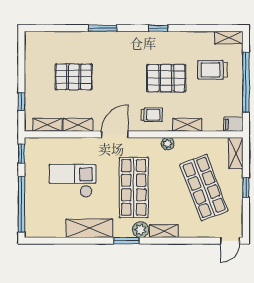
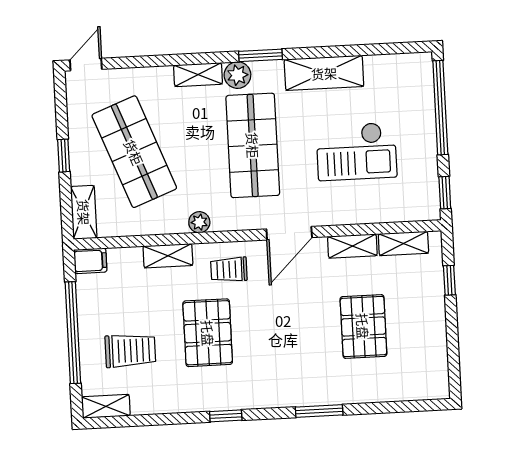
pallet: (74, 77) -> (363, 326), turned 90
pallet: (166, 78) -> (208, 333), turned 90

